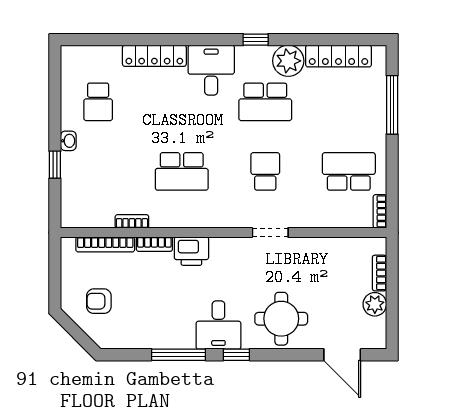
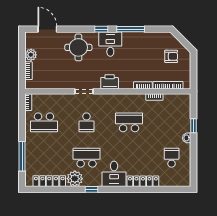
printer: (191, 251) -> (110, 82), moved

